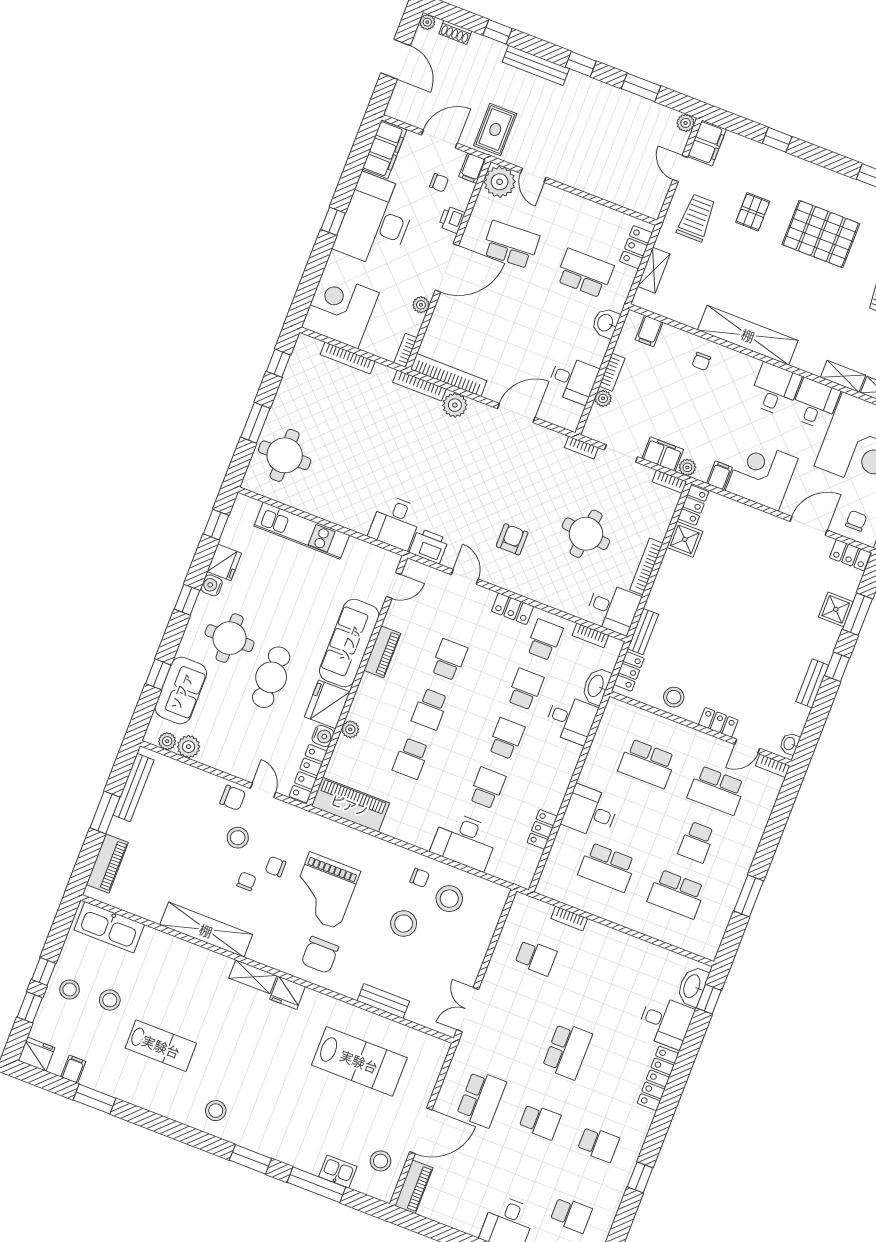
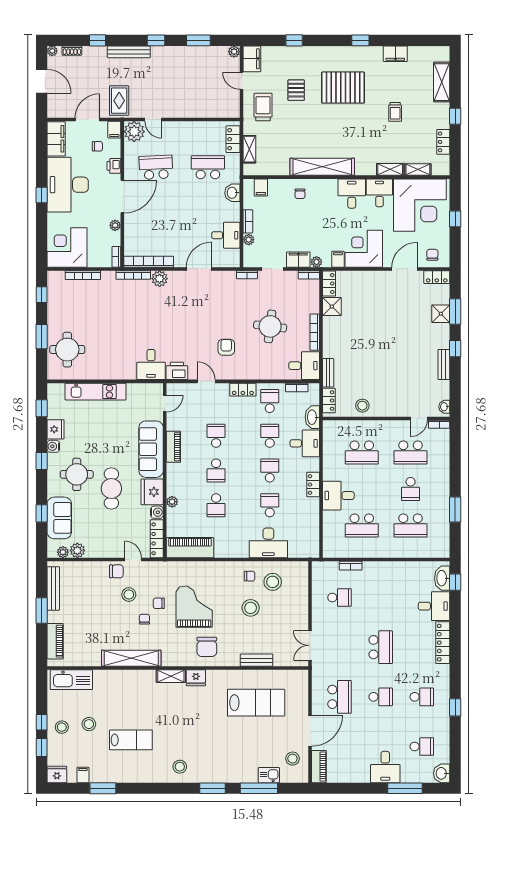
locker: (718, 722) -> (396, 411), removed
locker: (542, 829) -> (313, 485), moved
grand piano: (324, 891) -> (194, 607), turned 180

